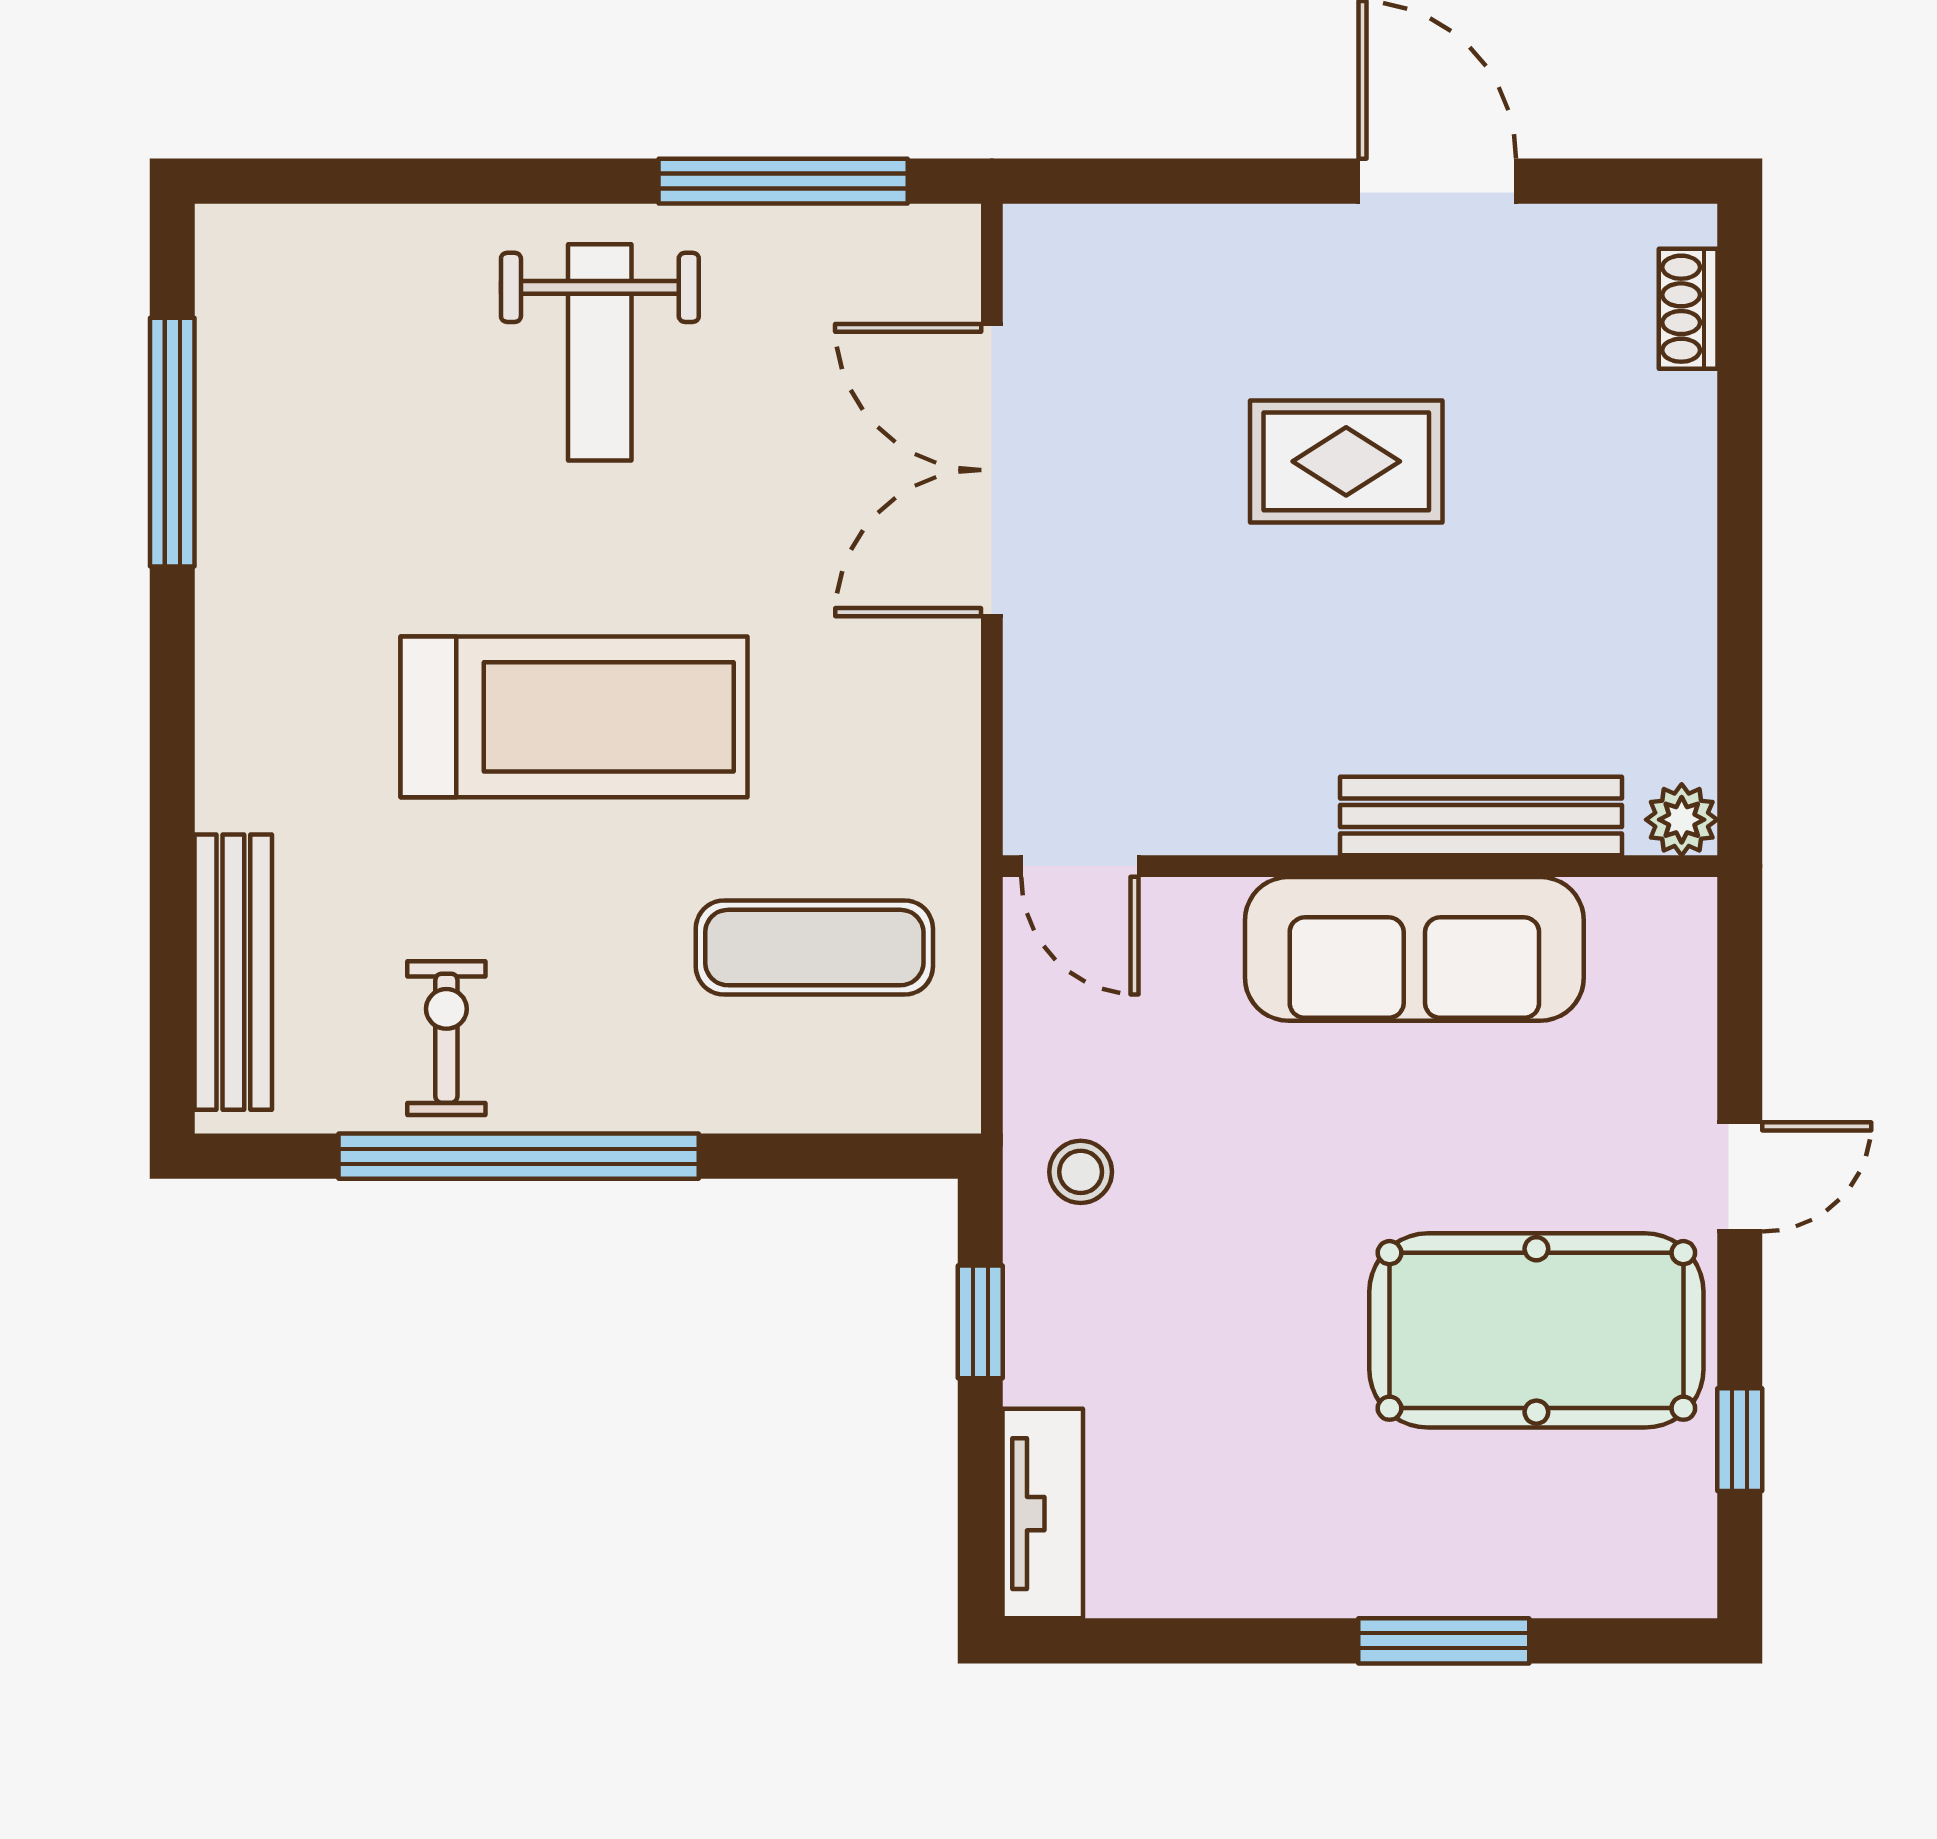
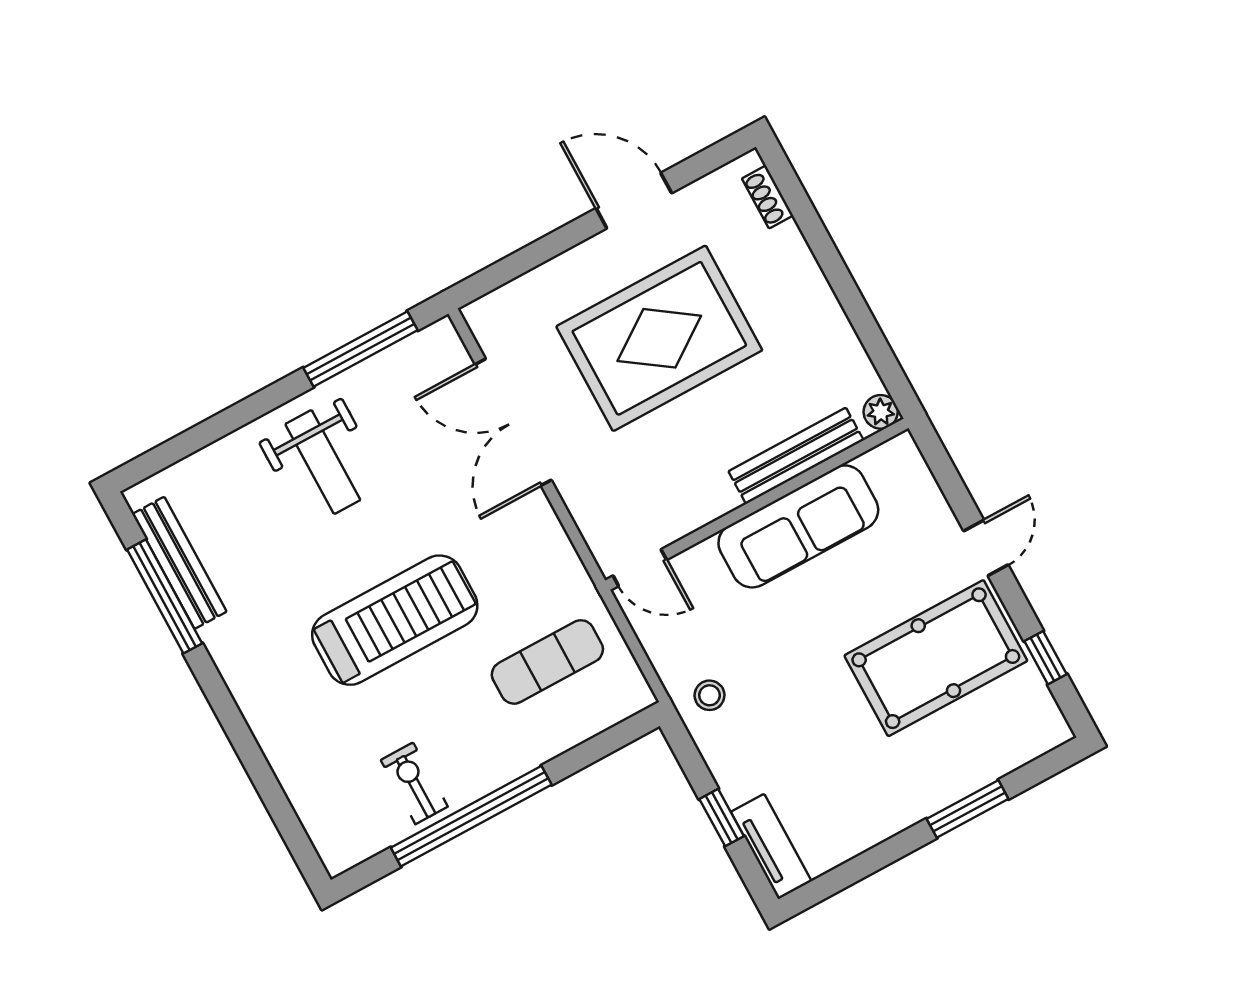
rug: (1346, 461) -> (659, 338), width x1.86, depth x2.06
bench: (233, 972) -> (179, 563), moved
window: (980, 1322) -> (722, 818), moved

